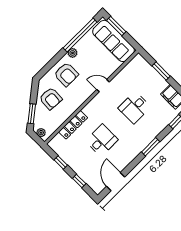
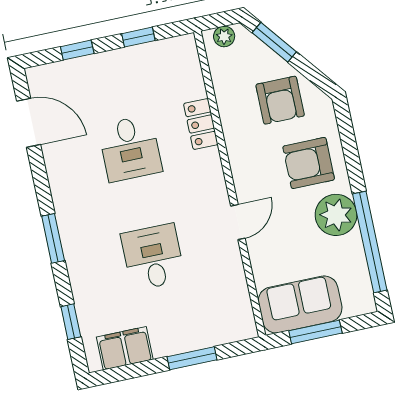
window: (116, 26) -> (315, 332), moved
sofa: (113, 41) -> (300, 304), width x0.73
plant: (73, 53) -> (336, 215), width x1.87, depth x1.87
armchair: (51, 99) -> (280, 100), turned -94
locker: (73, 125) -> (201, 124), width x0.66

